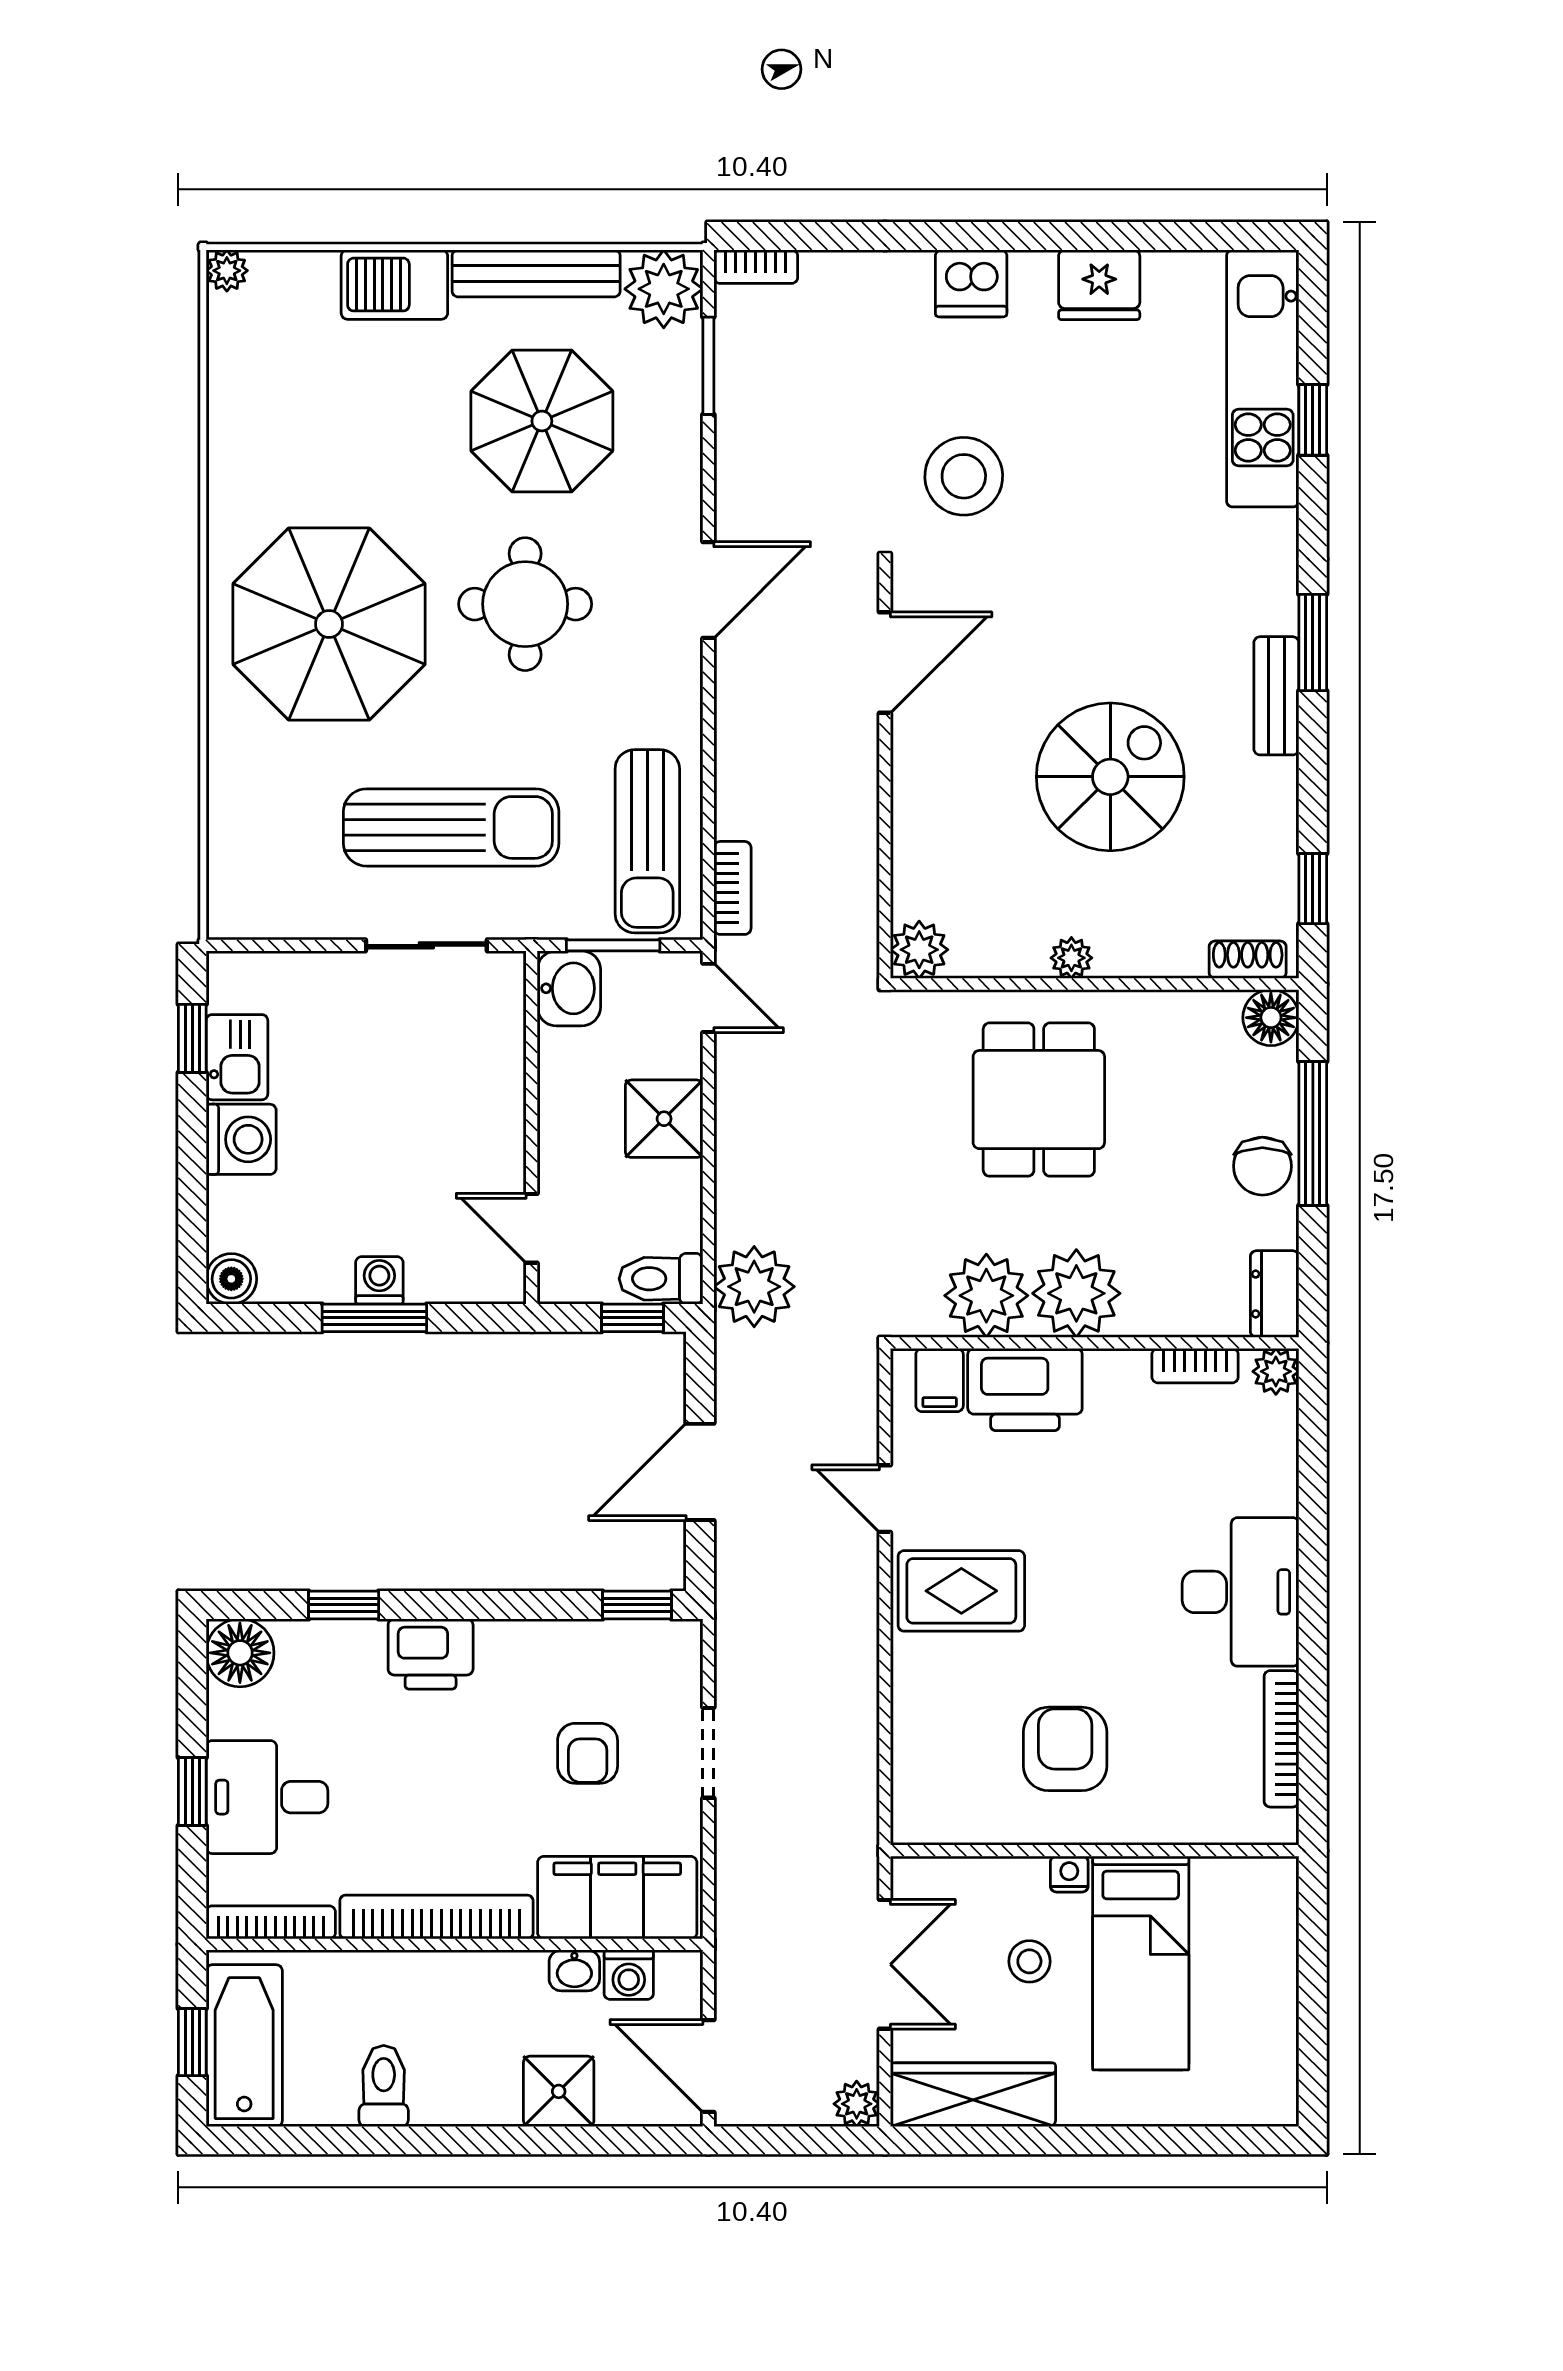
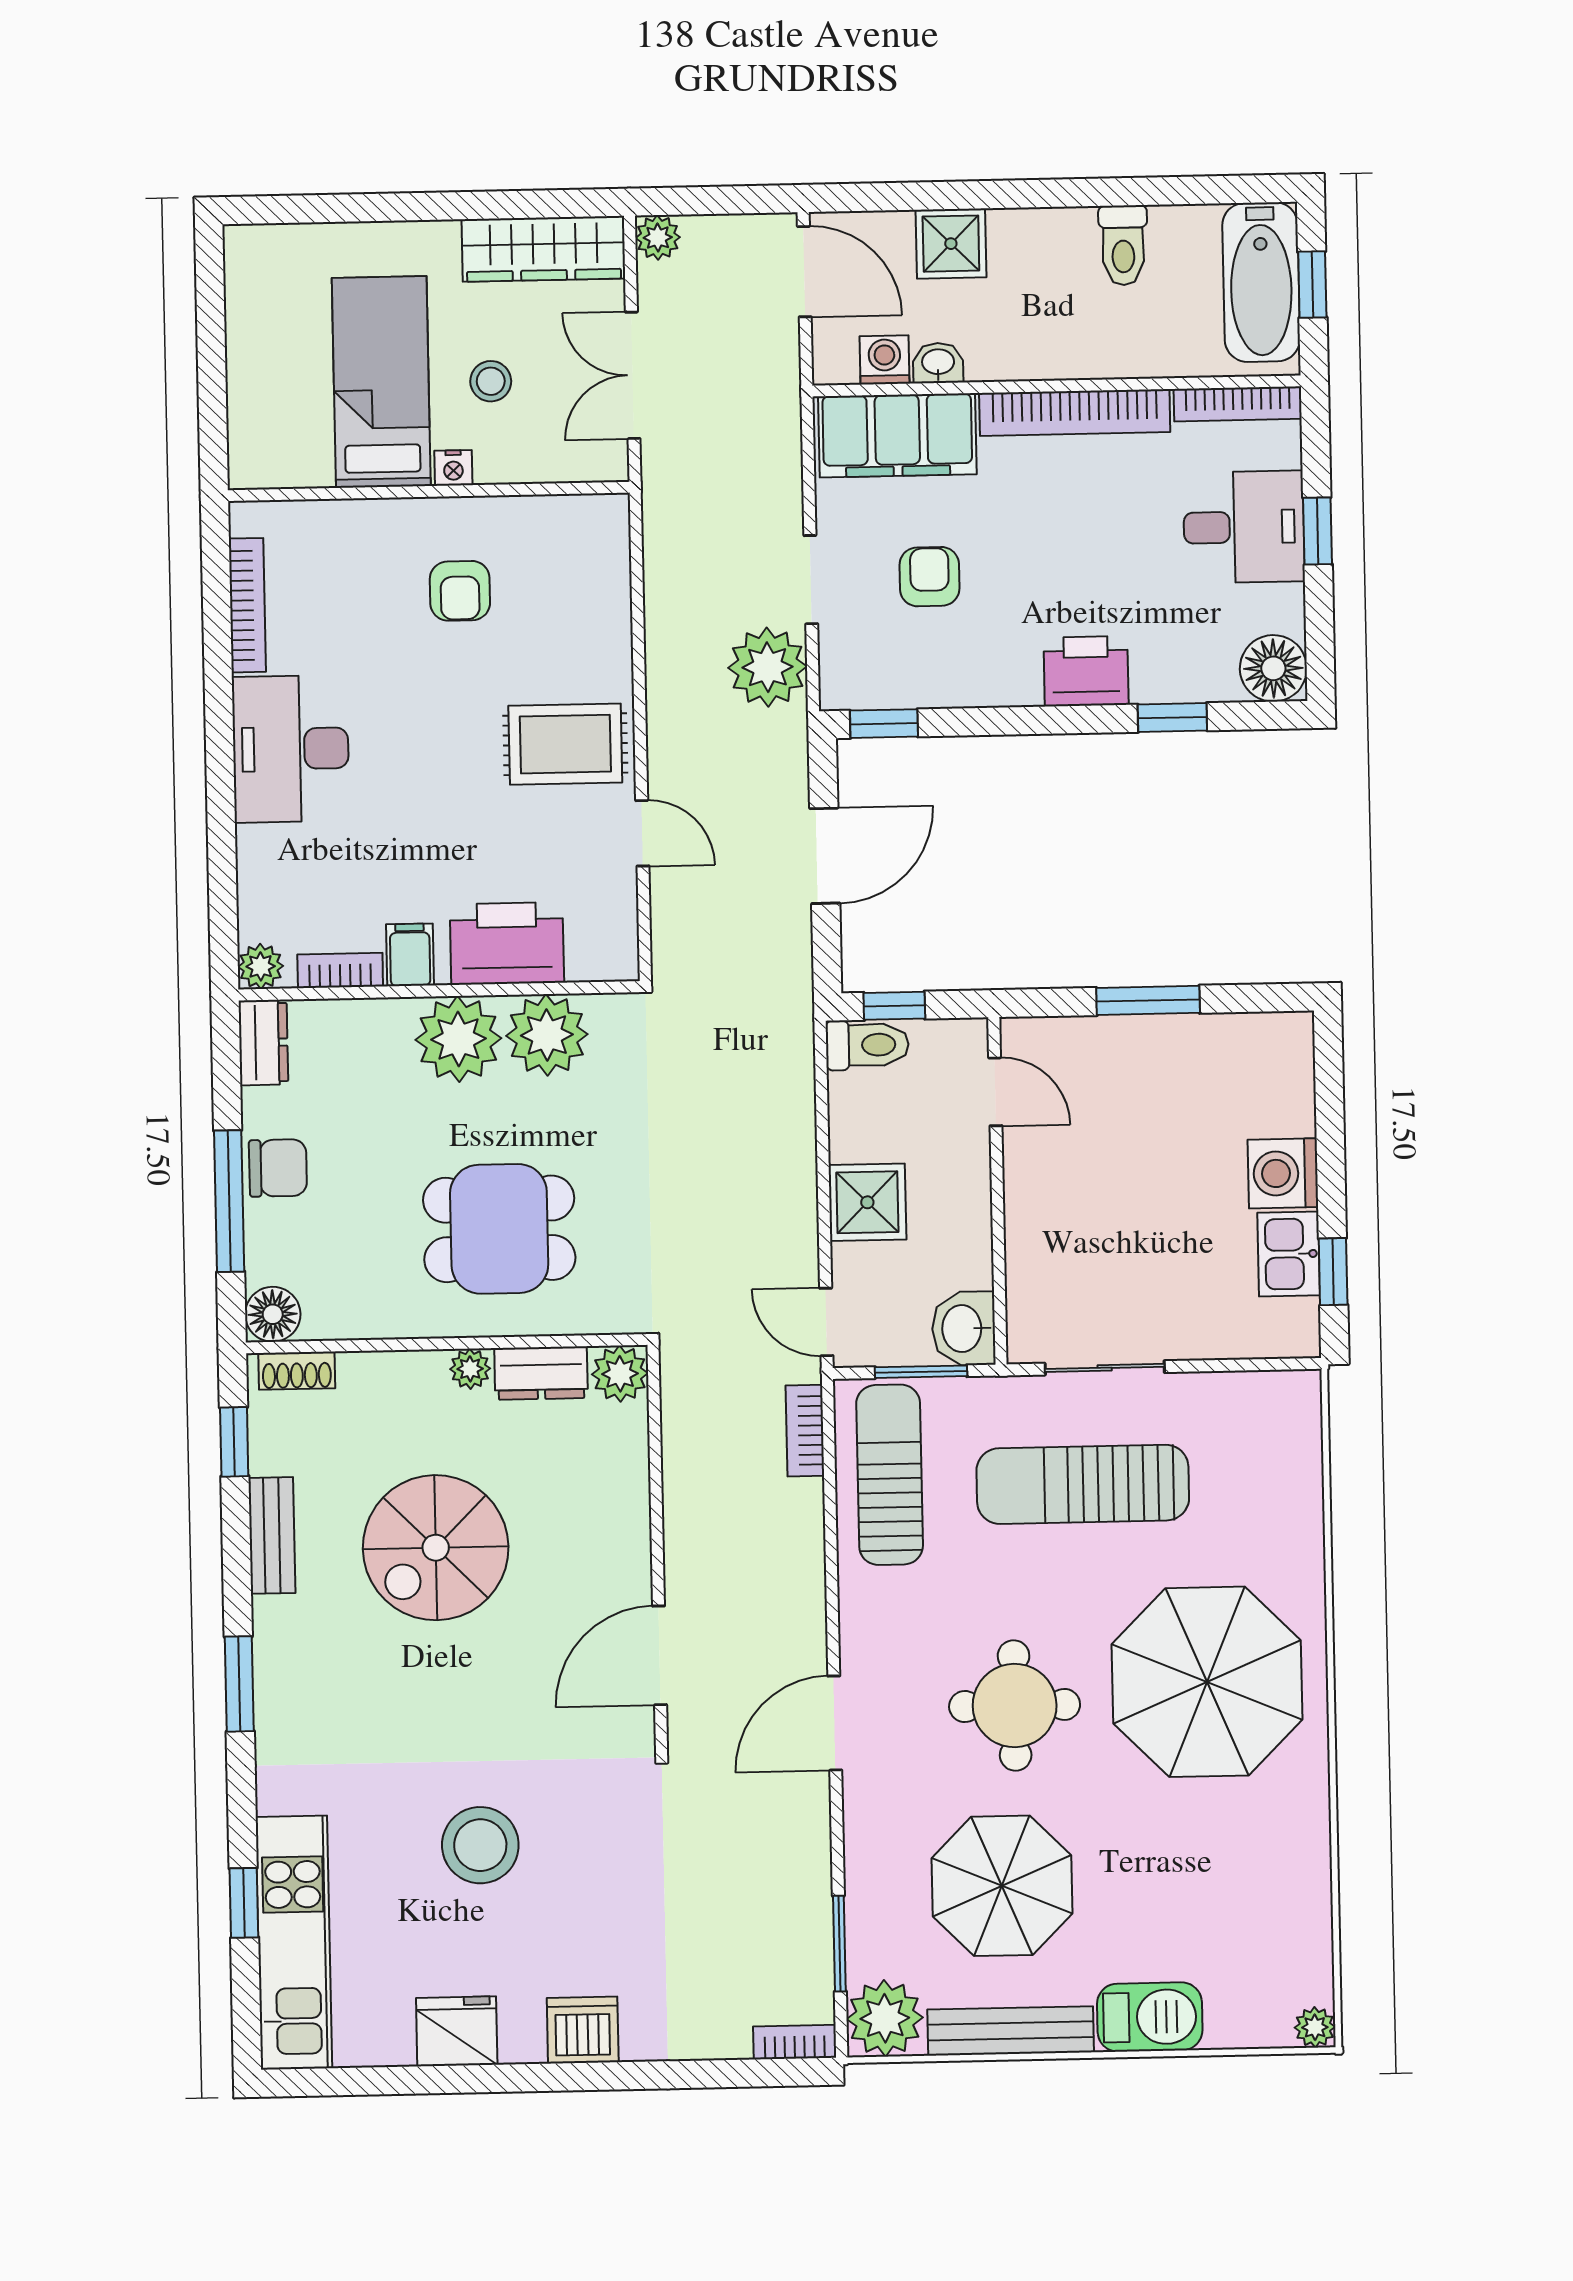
stool: (964, 476) -> (480, 1845), moved
bench: (1276, 696) -> (272, 1535), moved
dresser: (999, 952) -> (541, 1373), added
dining table: (1039, 1100) -> (499, 1229), turned 90
chair: (1262, 1166) -> (278, 1168), turned 90
boiler: (231, 1279) -> (1290, 1036), removed
washing machine: (379, 1280) -> (1144, 1037), removed
plant: (754, 1287) -> (768, 667), moved
filing cabinet: (940, 1380) -> (410, 955), moved
armchair: (1065, 1749) -> (460, 591), width x0.72, depth x0.72

